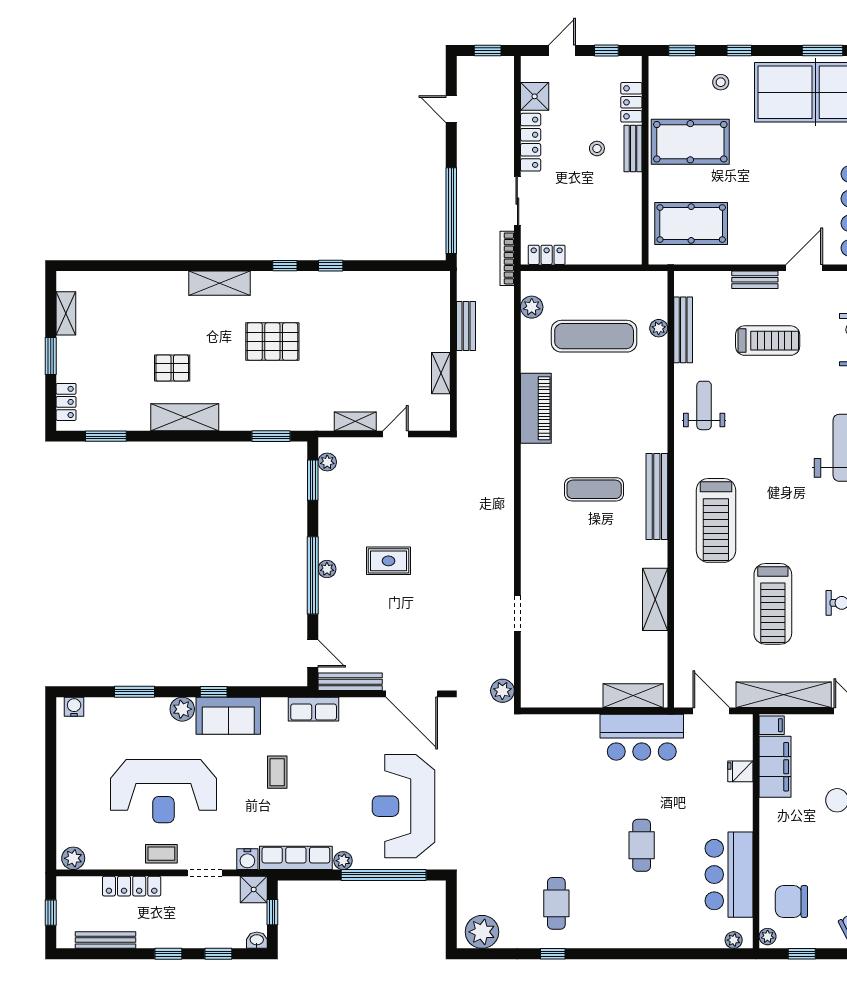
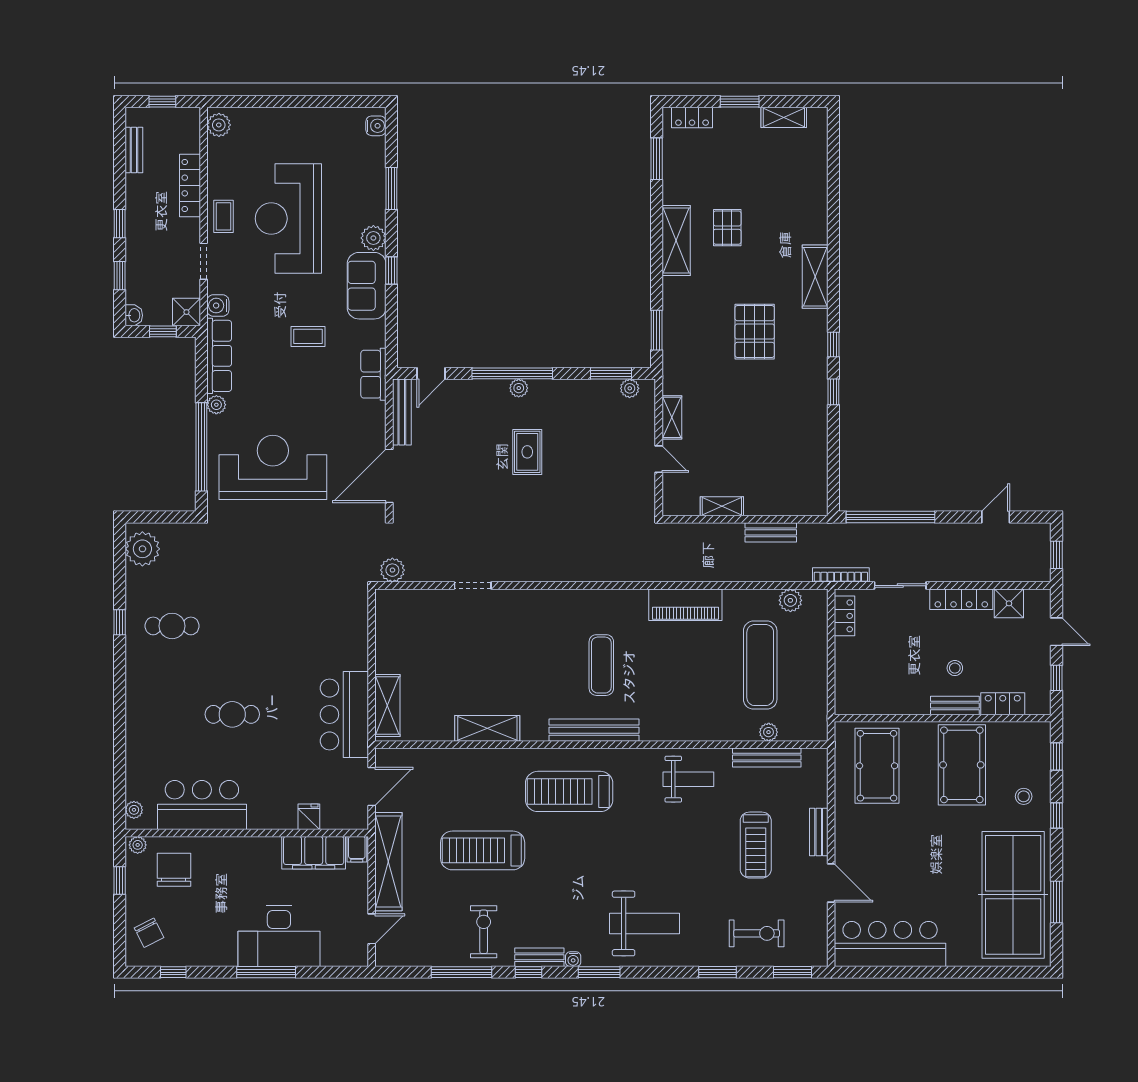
bench: (105, 940) -> (134, 150), width x0.73

